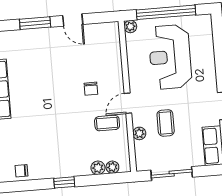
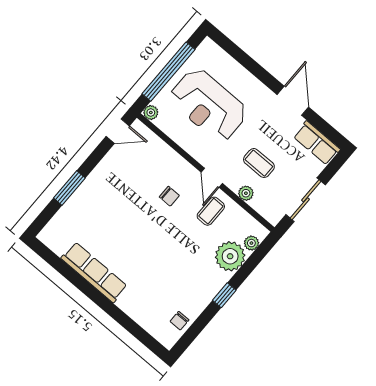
door: (73, 20) -> (118, 131), moved
plant: (98, 168) -> (230, 256), width x1.88, depth x1.88

